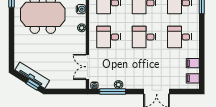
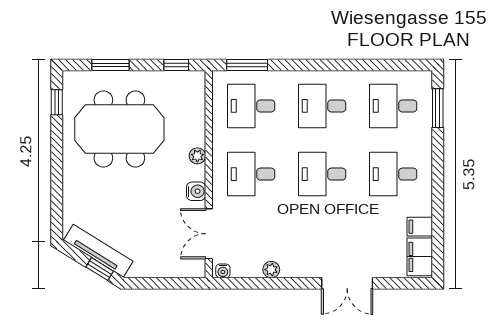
water cooler: (81, 9) -> (196, 191), moved
filing cabinet: (193, 78) -> (420, 257), width x2.00
window: (113, 91) -> (259, 283), removed

